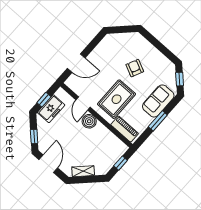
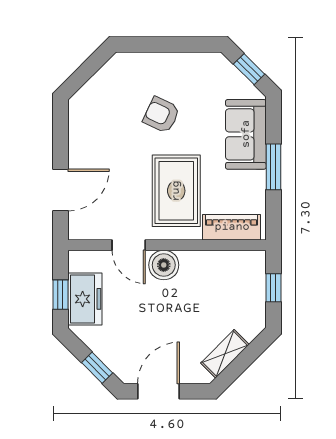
door: (48, 164) -> (159, 391), hinge flipped

